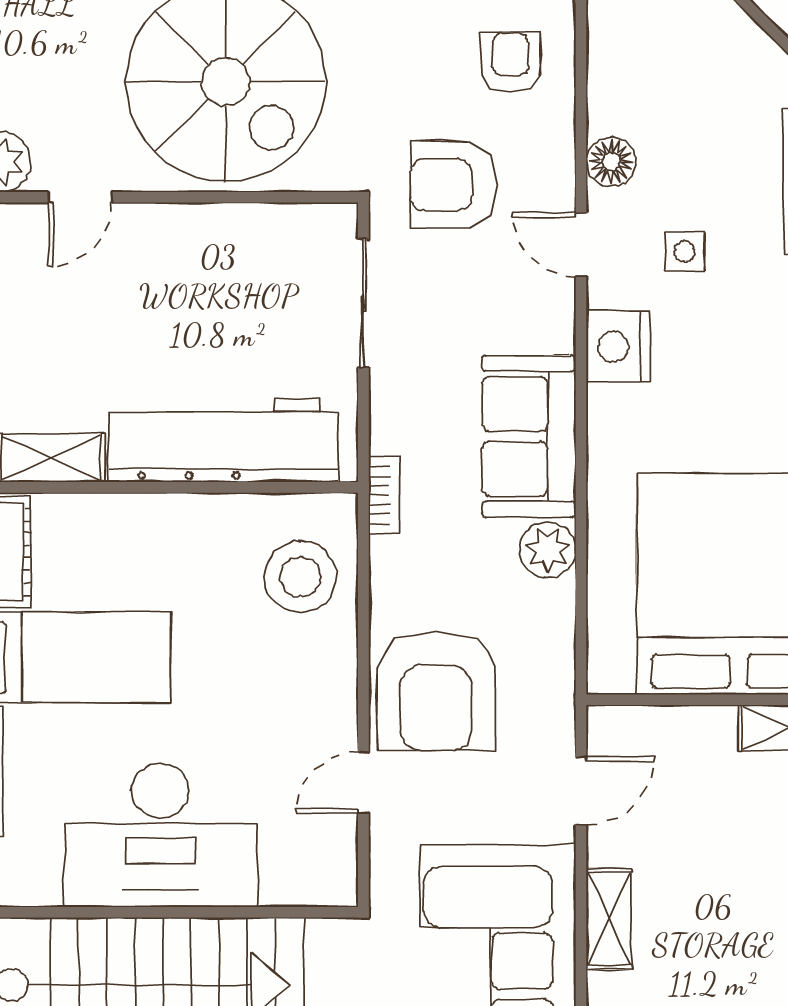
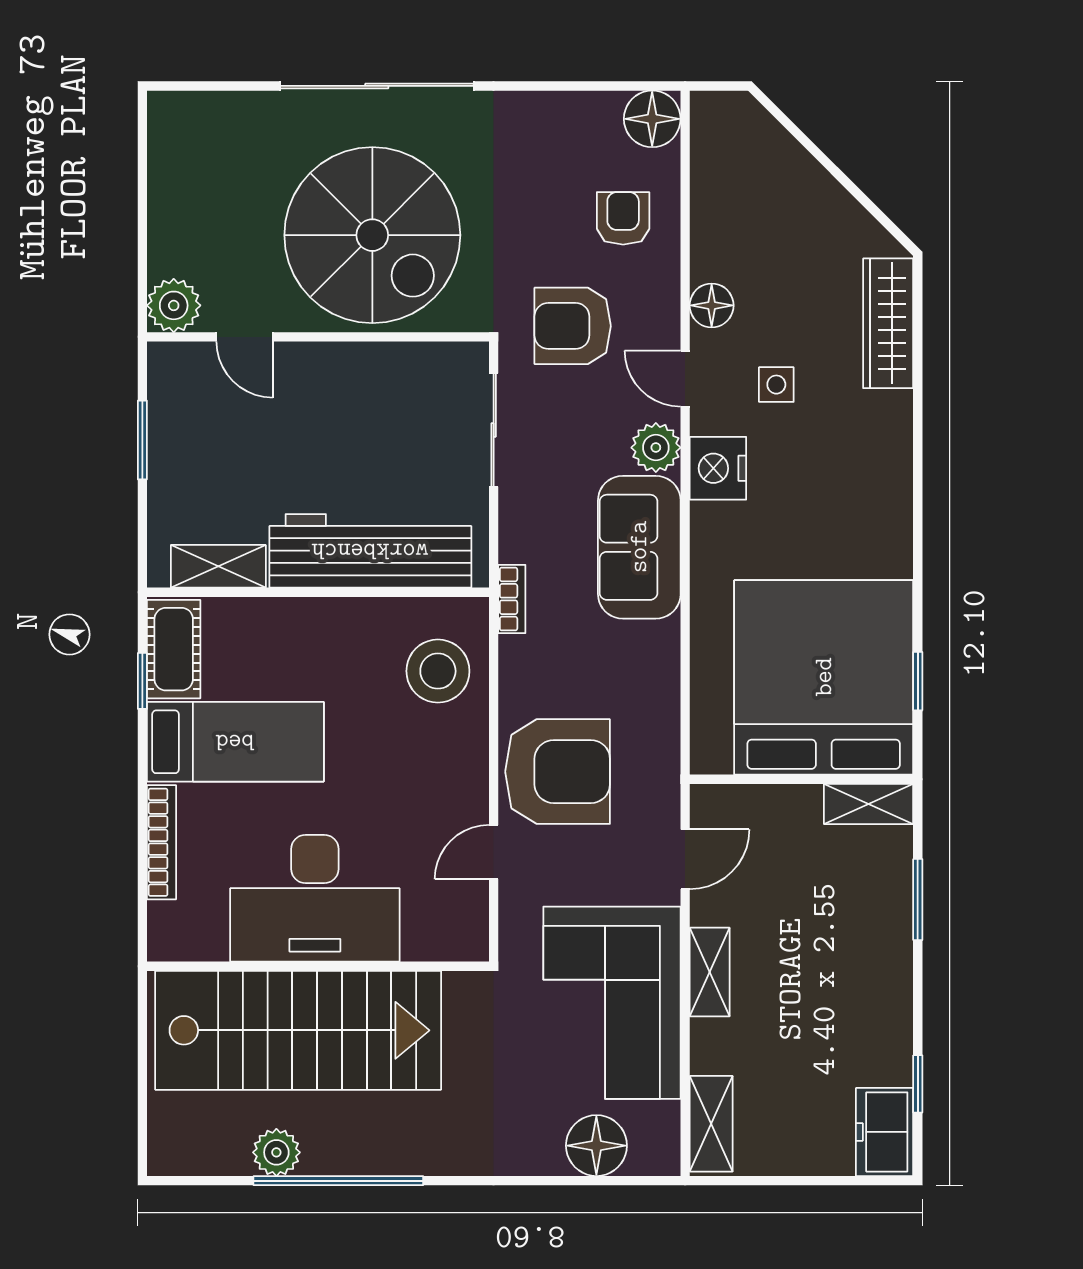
door: (80, 197) -> (245, 337), hinge flipped
plant: (548, 550) -> (656, 448), moved
armchair: (436, 691) -> (558, 772), turned -90

